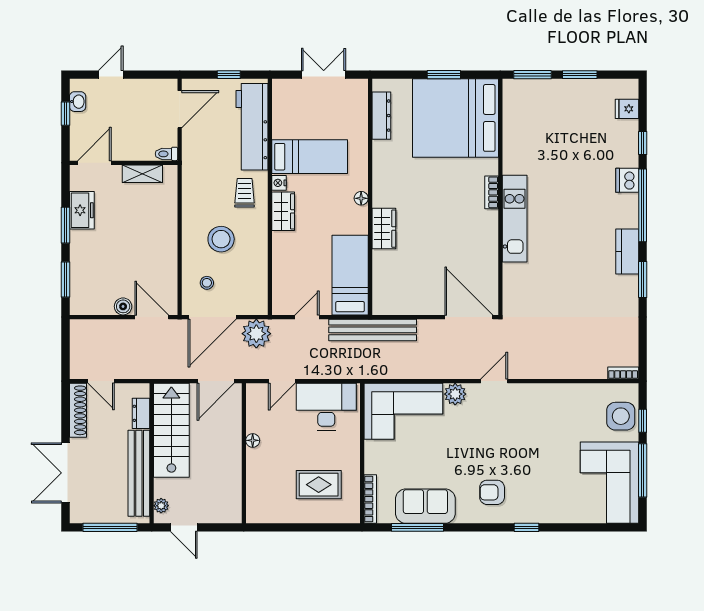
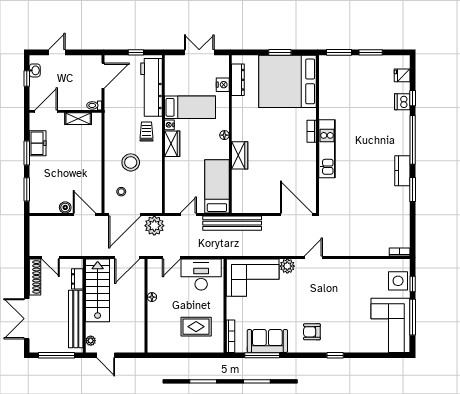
nightstand: (359, 123) -> (223, 85), added
dishwasher: (627, 180) -> (402, 102), moved

